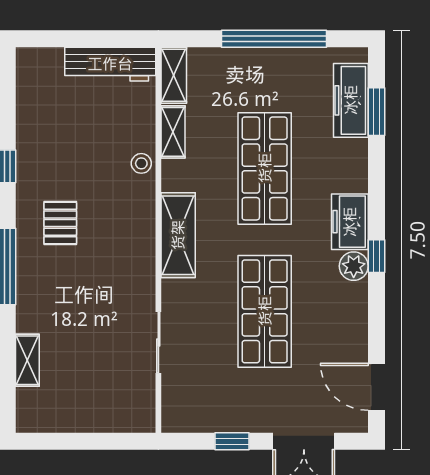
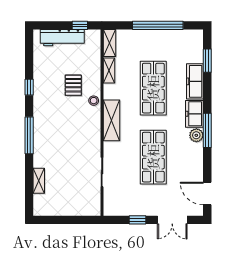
window: (113, 39) -> (80, 25), added
workbench: (110, 64) -> (62, 38), moved
freezer: (351, 100) -> (195, 81), moved
stool: (141, 163) -> (94, 101), moved
pallet: (60, 223) -> (73, 85), moved
window: (376, 256) -> (207, 130), width x2.17

